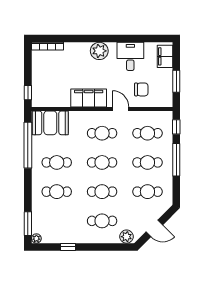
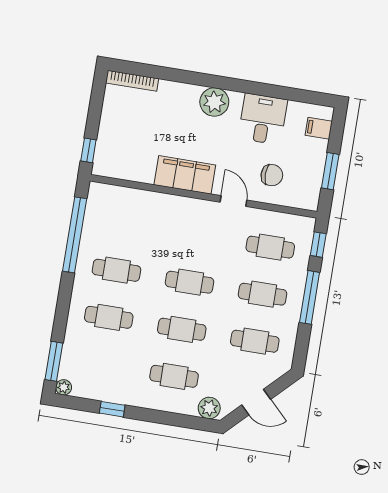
filing cabinet: (165, 56) -> (319, 128), width x0.50
booth: (50, 123) -> (117, 205), removed
cafe table: (102, 133) -> (197, 235), removed

